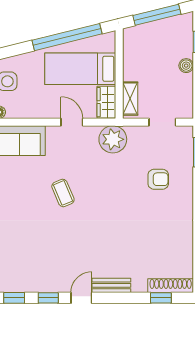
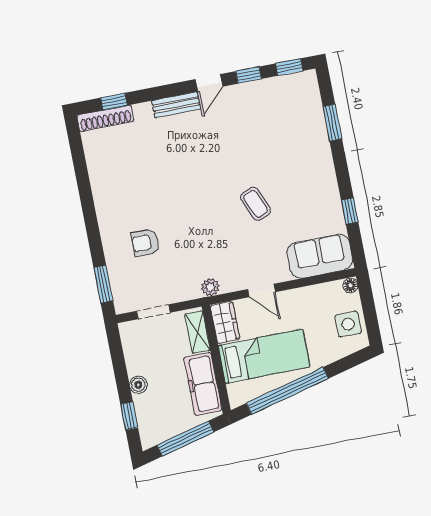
freezer: (134, 56) -> (203, 384), added
plant: (113, 139) -> (210, 287), width x0.53, depth x0.53

